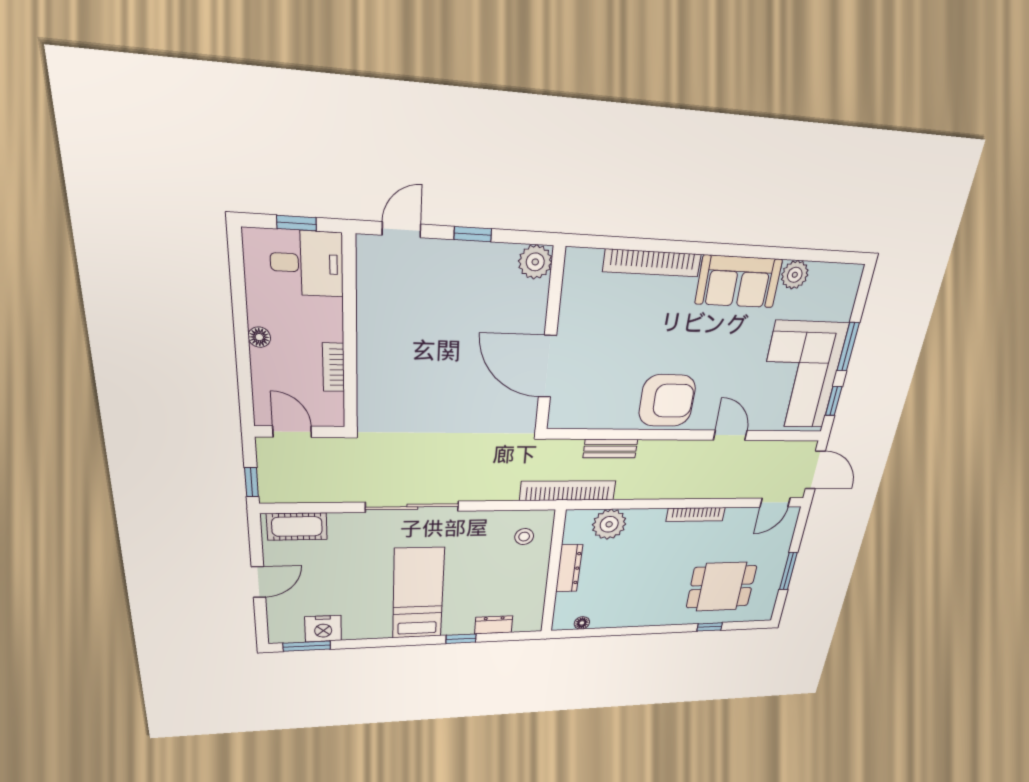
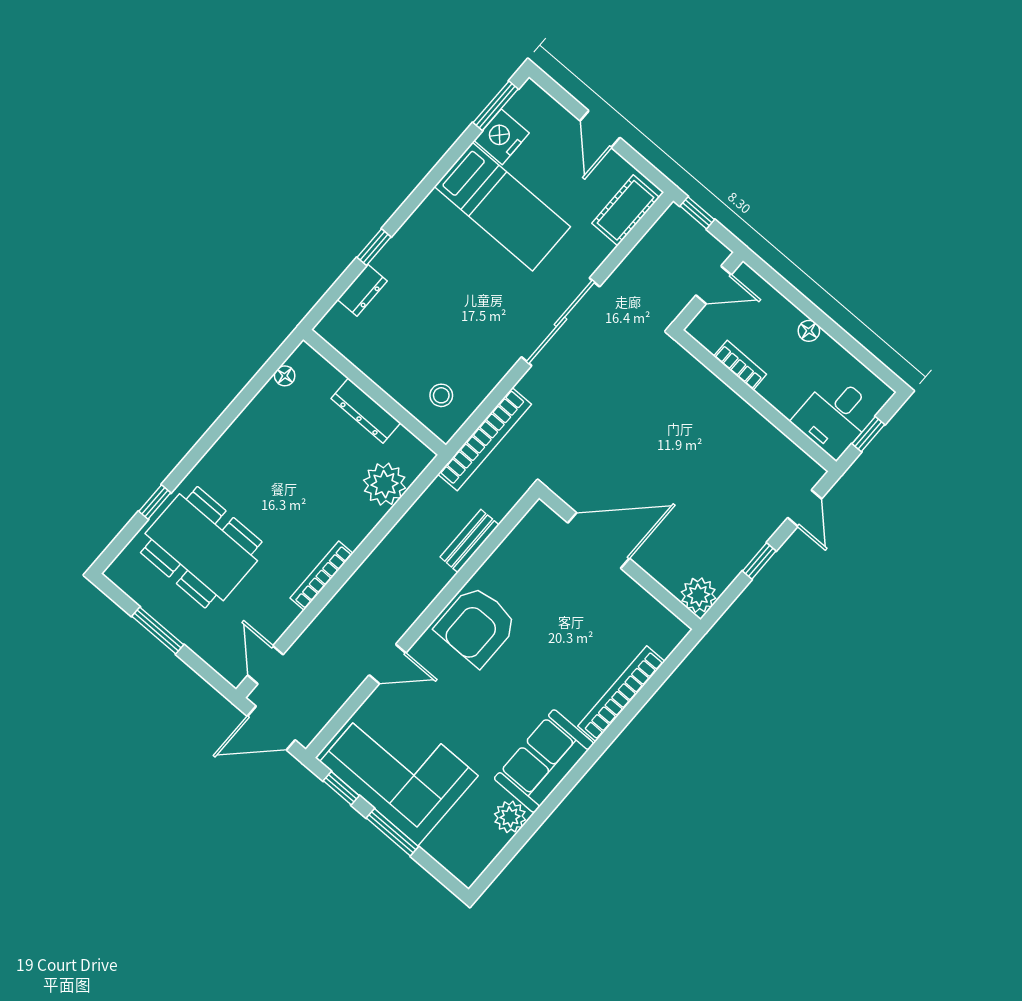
bookcase: (568, 491) -> (485, 439), moved
dining table: (721, 587) -> (201, 547), width x1.37
bed: (418, 593) -> (502, 207), moved

